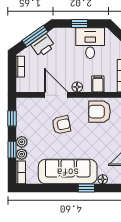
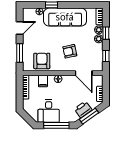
window: (80, 24) -> (56, 125), width x2.17
door: (56, 95) -> (84, 73), moved
armchair: (100, 112) -> (42, 61), turned -90

